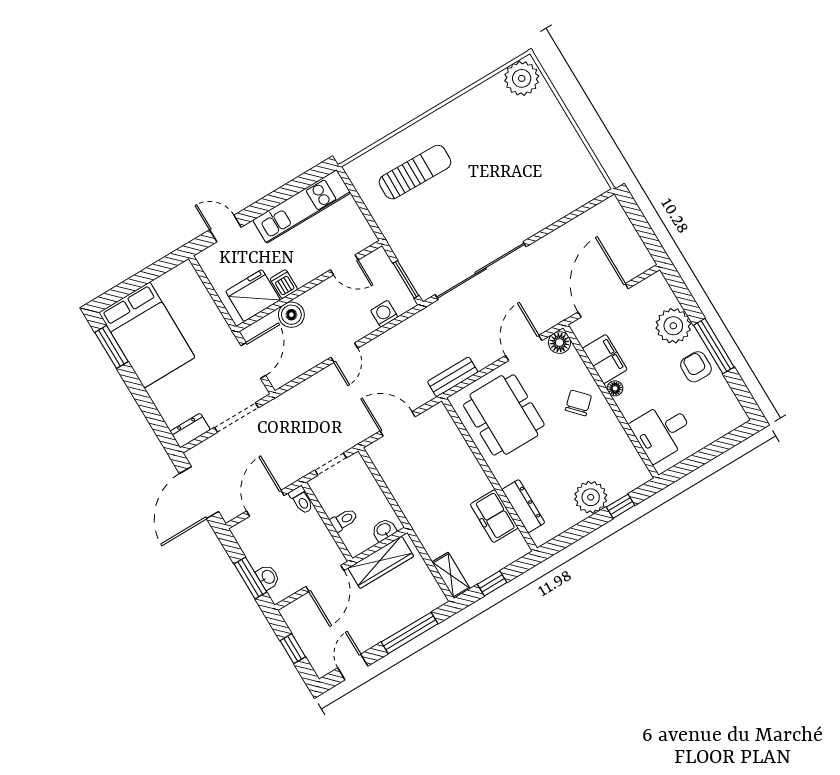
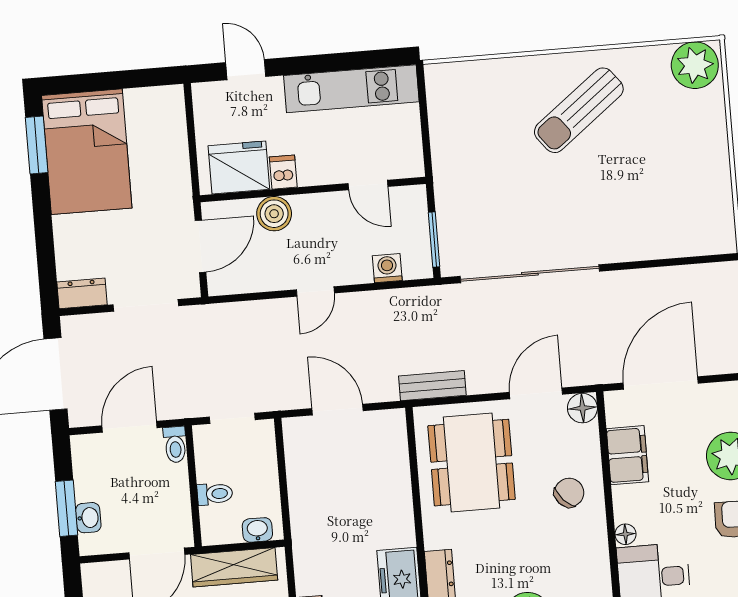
sun lounger: (415, 172) -> (579, 110), moved, turned 141
floor lamp: (615, 388) -> (625, 534), moved

